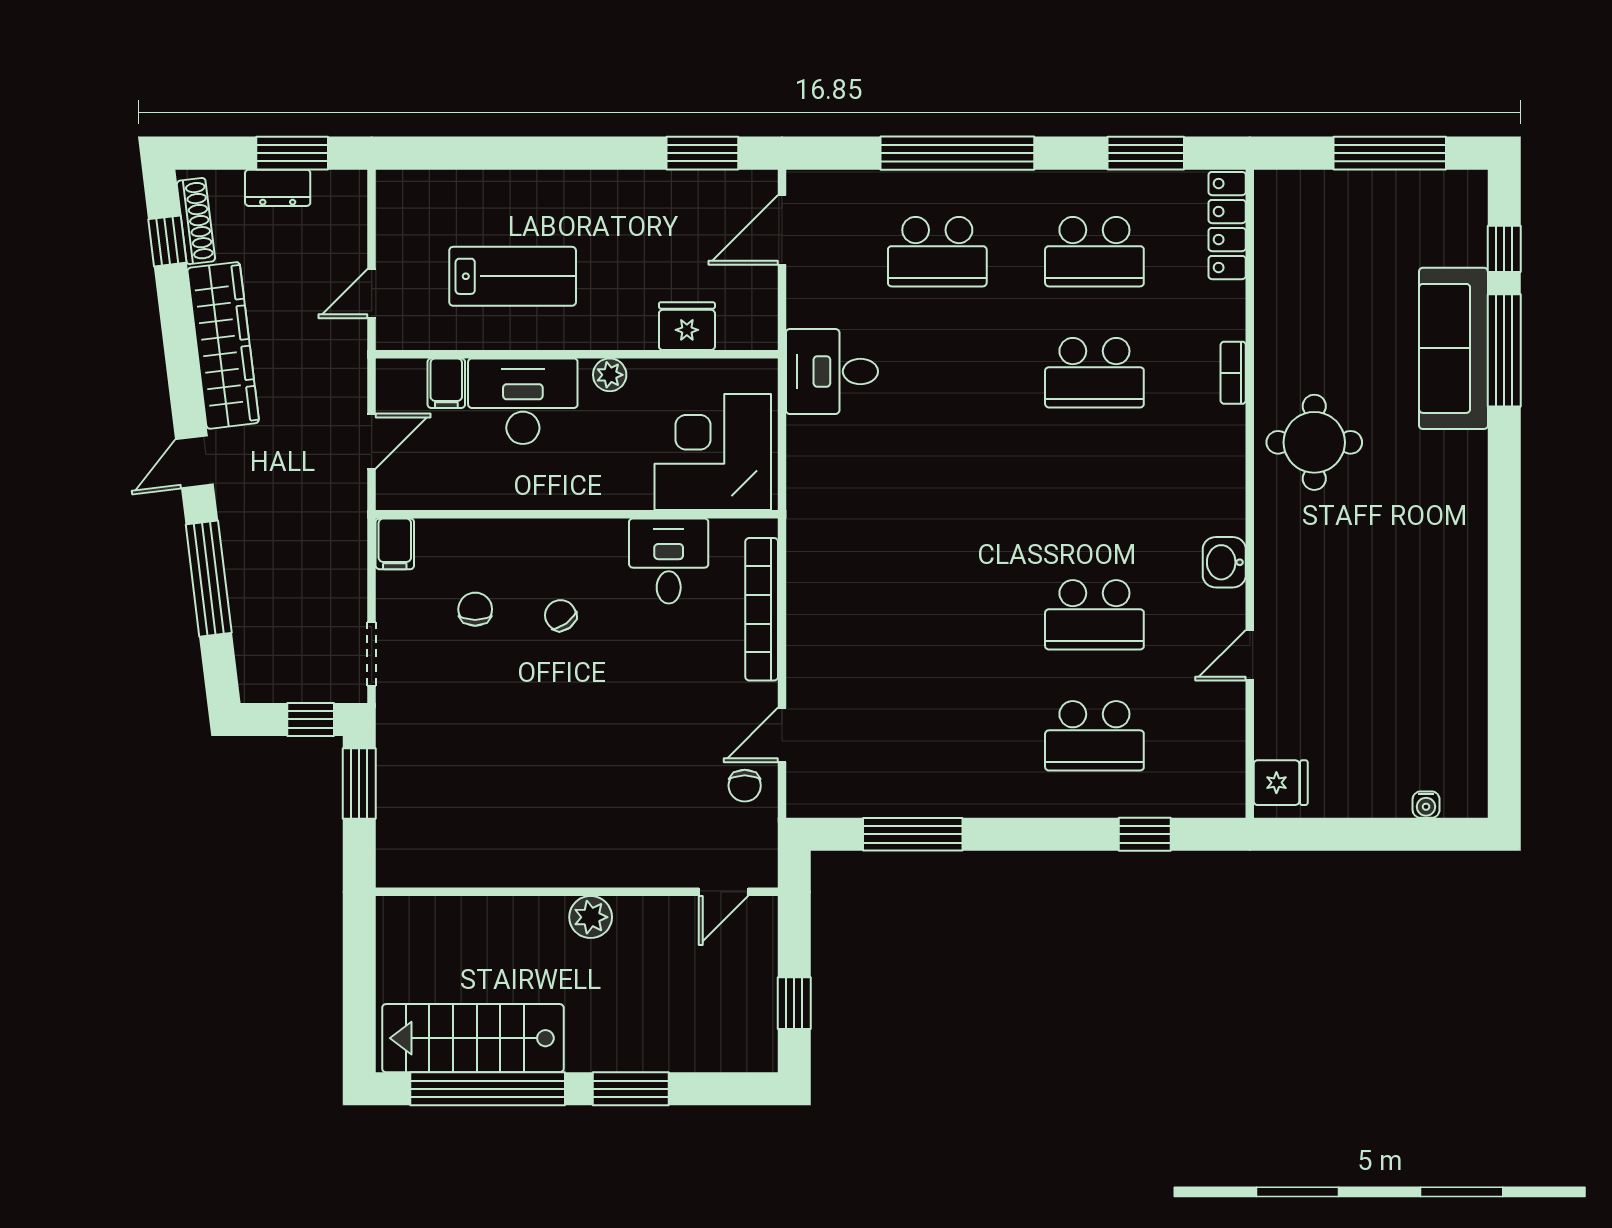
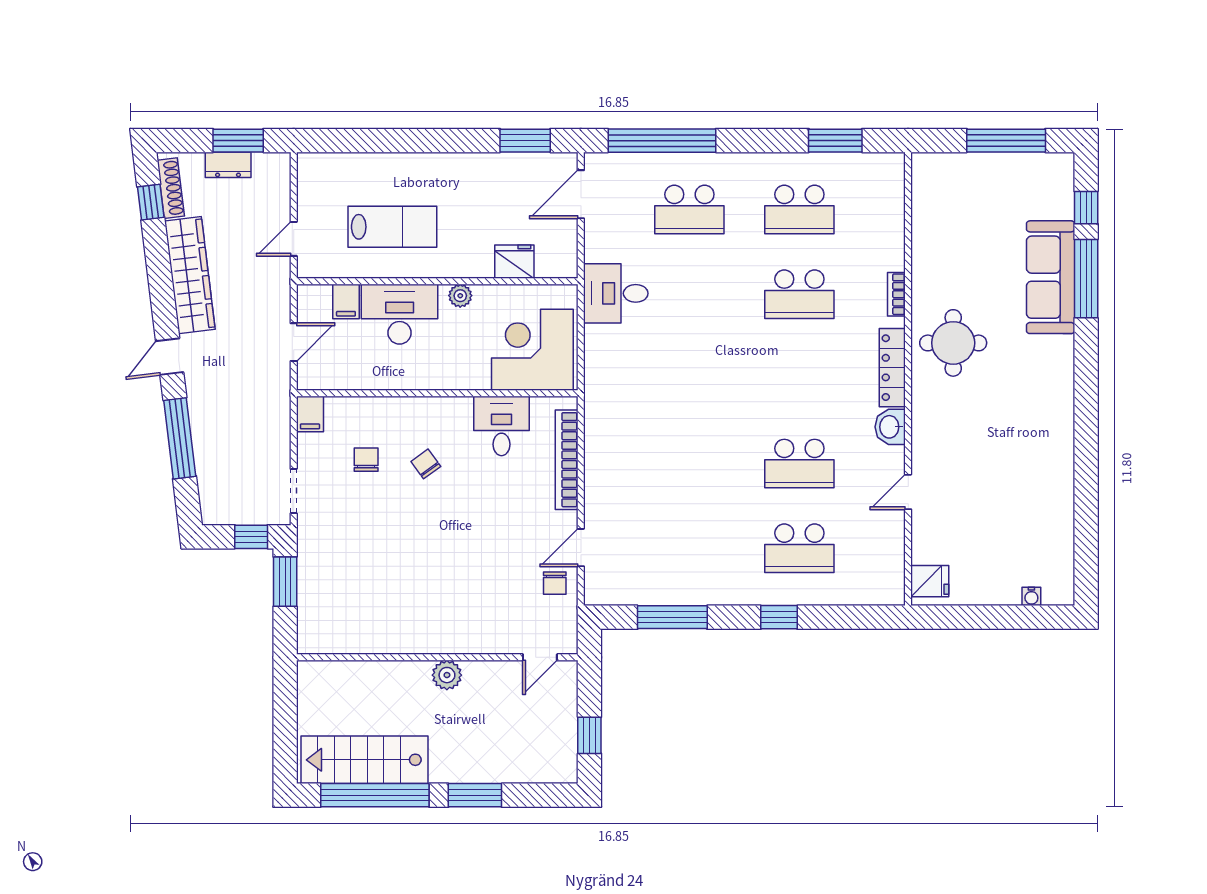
window: (957, 153) -> (662, 141), moved
locker: (1227, 226) -> (892, 368), moved
window: (1145, 834) -> (779, 617), moved

